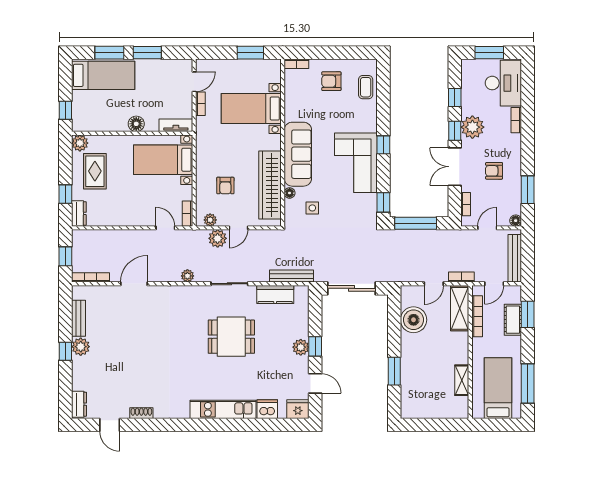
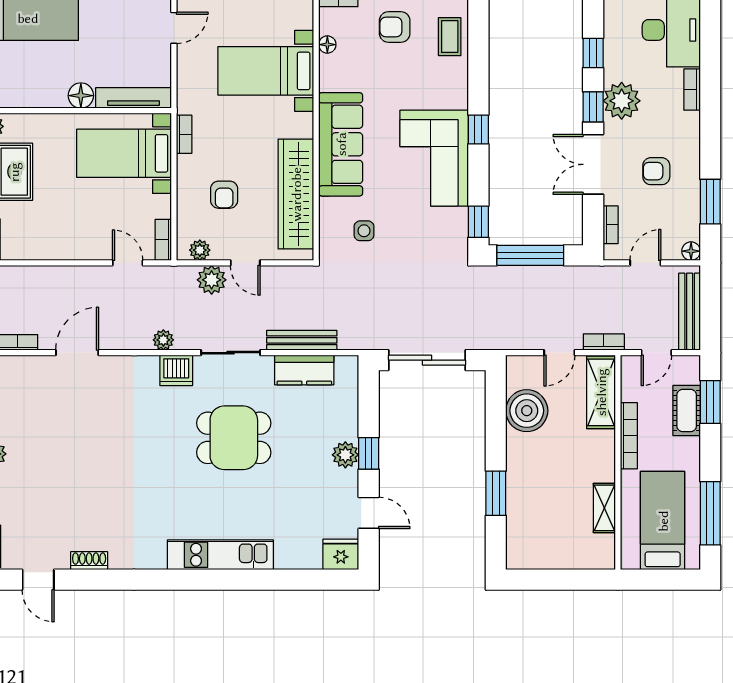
bookcase: (200, 104) -> (184, 134), moved
tv unit: (176, 125) -> (133, 98), width x1.41
floor lamp: (290, 193) -> (327, 45), moved
door: (238, 228) -> (245, 263), hinge flipped
bench: (292, 276) -> (302, 340), moved
bookcase: (477, 316) -> (629, 436), moved
dishwasher: (267, 409) -> (176, 370), moved, turned 180

